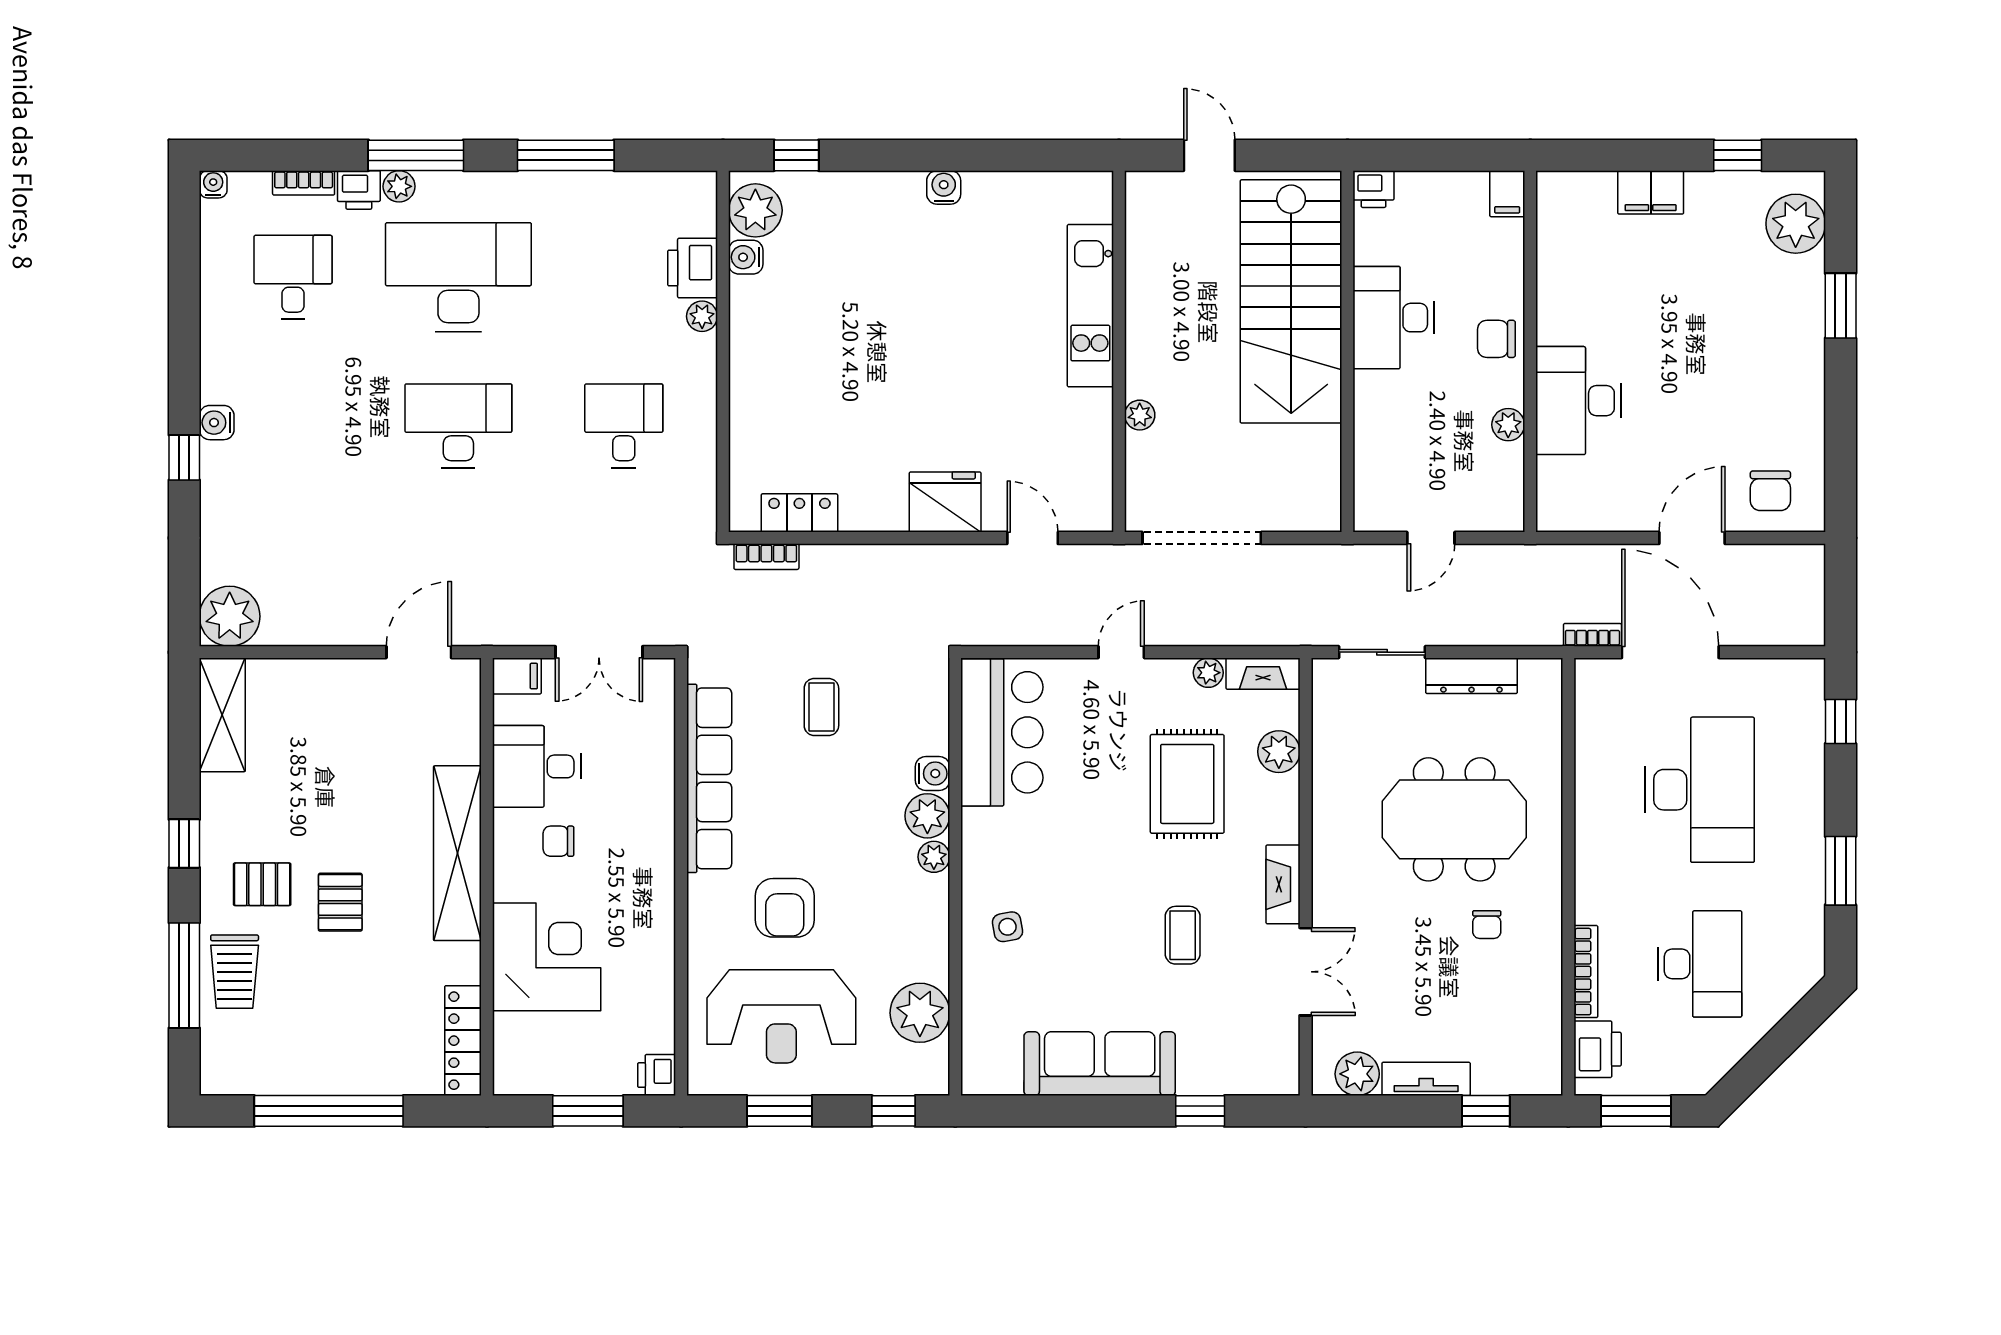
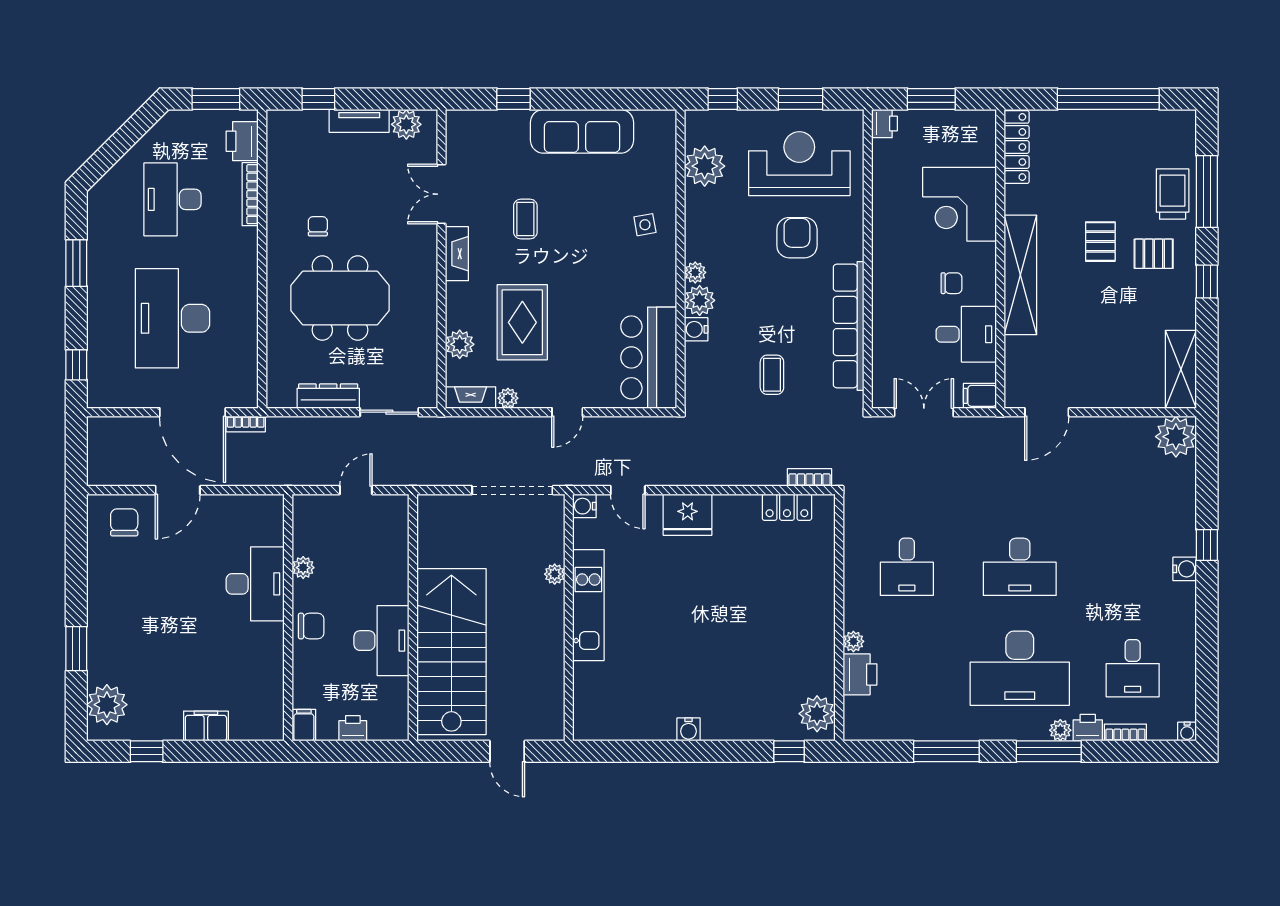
printer: (1374, 189) -> (353, 728), moved
water cooler: (746, 257) -> (584, 506), moved, turned 180
kitchen unit: (1090, 306) -> (588, 605), moved

